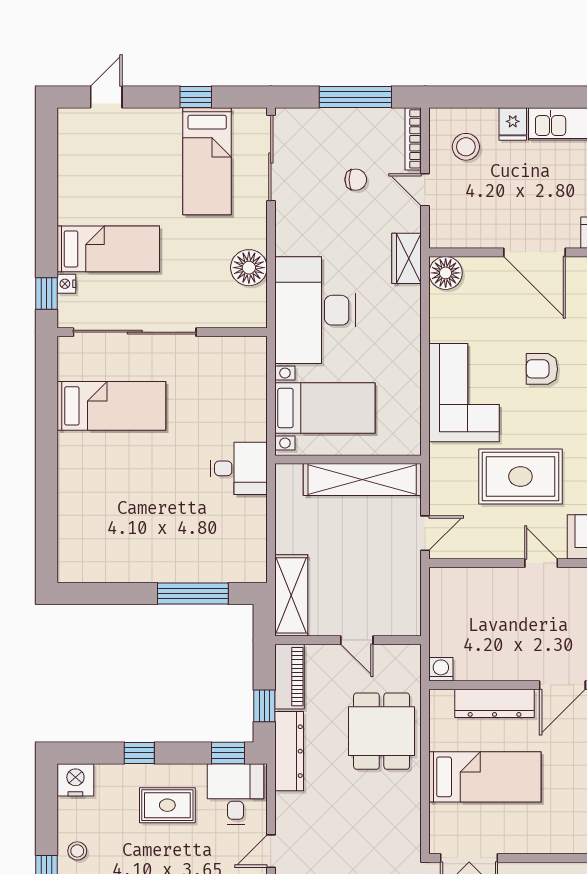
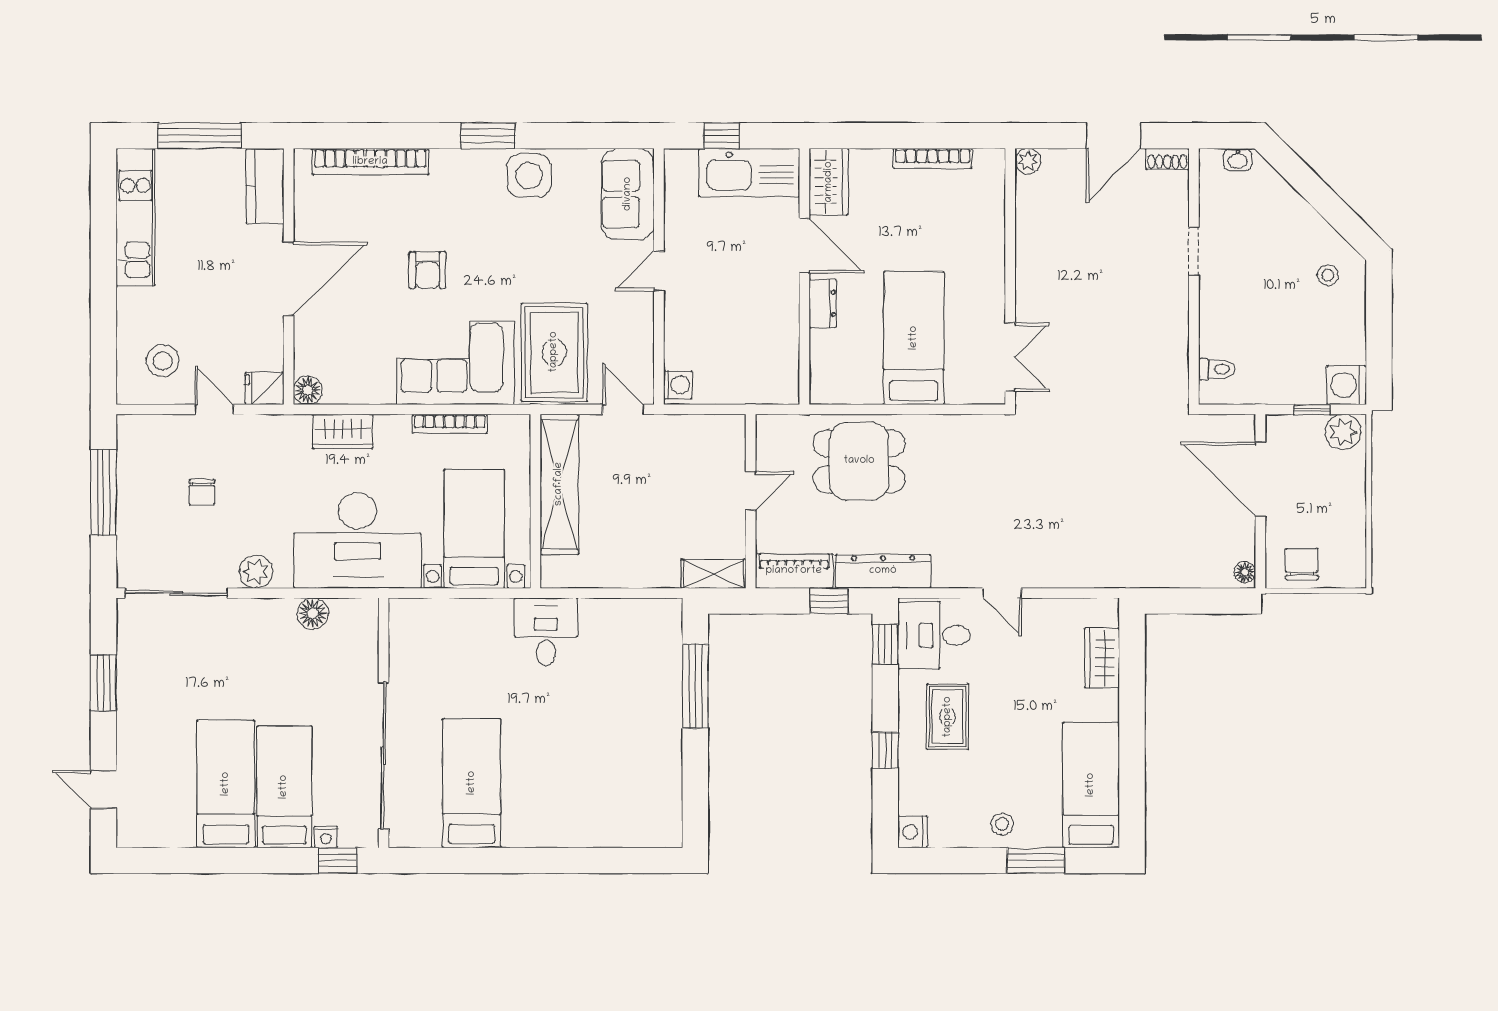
window: (196, 97) -> (103, 683), width x1.50
fridge: (513, 124) -> (264, 388), moved, turned 180
bookcase: (413, 139) -> (450, 424), moved
bed: (207, 161) -> (226, 784), moved, turned -90
chair: (356, 180) -> (202, 492), turned 180
door: (425, 190) -> (214, 409), swing flipped
plant: (289, 225) -> (256, 572), added
wardrobe: (406, 258) -> (343, 432), moved
floor lamp: (249, 268) -> (313, 614), width x0.73, depth x0.73
floor lamp: (446, 273) -> (308, 390), width x0.73, depth x0.73
rug: (520, 476) -> (554, 352), moved
shelving: (291, 595) -> (714, 574), width x0.67, depth x0.75
washing machine: (441, 669) -> (678, 385), moved, turned 180
dresser: (495, 703) -> (823, 303), width x0.51, depth x0.80
nightstand: (75, 780) -> (913, 832), width x0.74, depth x0.75

